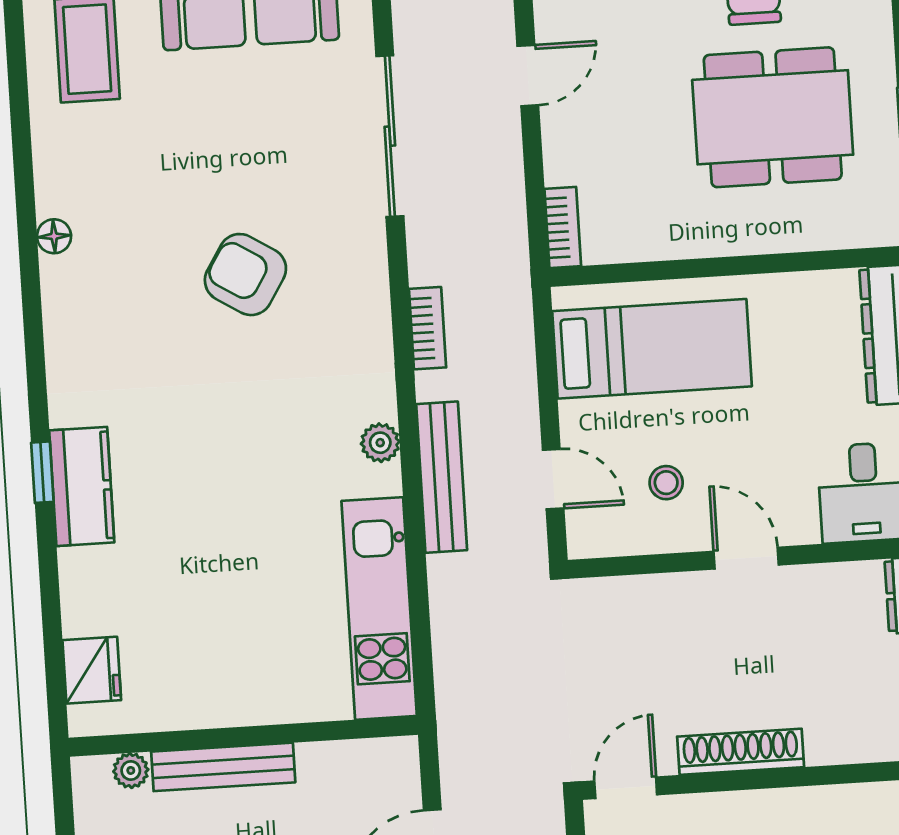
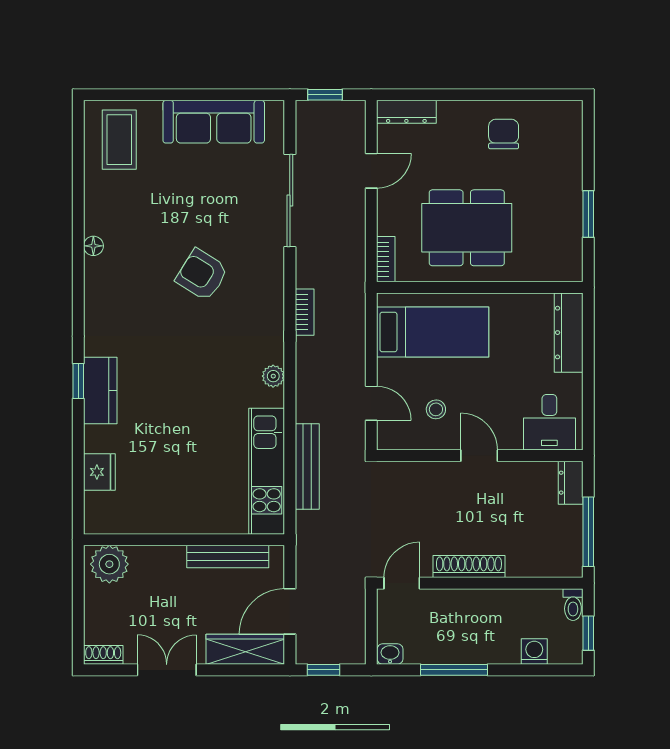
dining table: (773, 117) -> (467, 228), moved
bench: (442, 477) -> (307, 466), moved
fridge: (92, 670) -> (99, 472), moved
bench: (223, 767) -> (228, 557), moved
plant: (131, 770) -> (109, 564), width x1.87, depth x1.87

